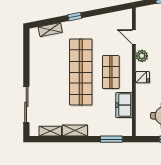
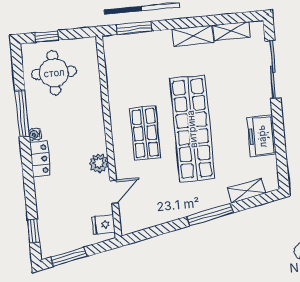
window: (75, 17) -> (210, 215), width x2.17
door: (134, 37) -> (114, 192), hinge flipped
fridge: (143, 77) -> (104, 225), moved
freezer: (124, 105) -> (262, 136), moved, turned 180

